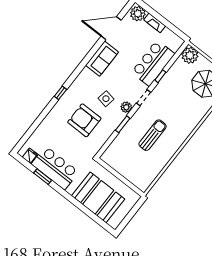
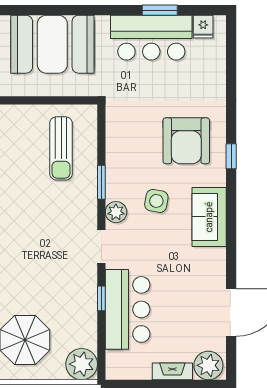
sofa: (102, 59) -> (209, 217), moved
armchair: (84, 120) -> (186, 141), moved, turned 90
sun lounger: (153, 135) -> (61, 148), moved

